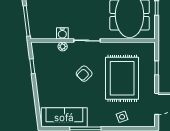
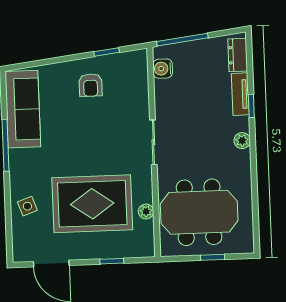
water cooler: (62, 33) -> (163, 69), moved
plant: (63, 46) -> (146, 212), moved
armchair: (84, 74) -> (91, 85), moved, turned -135

